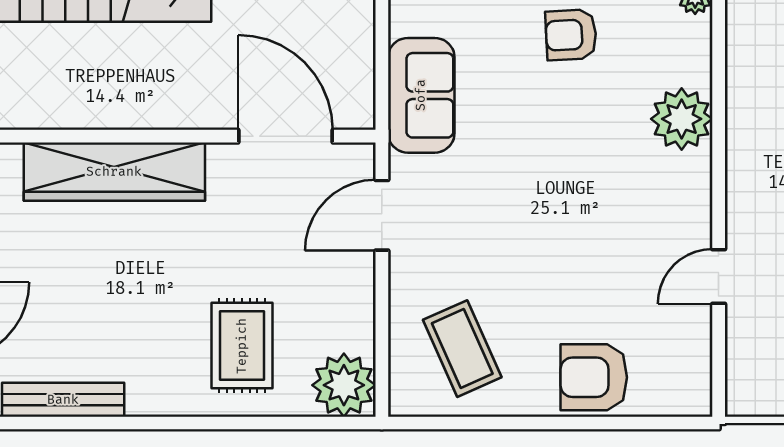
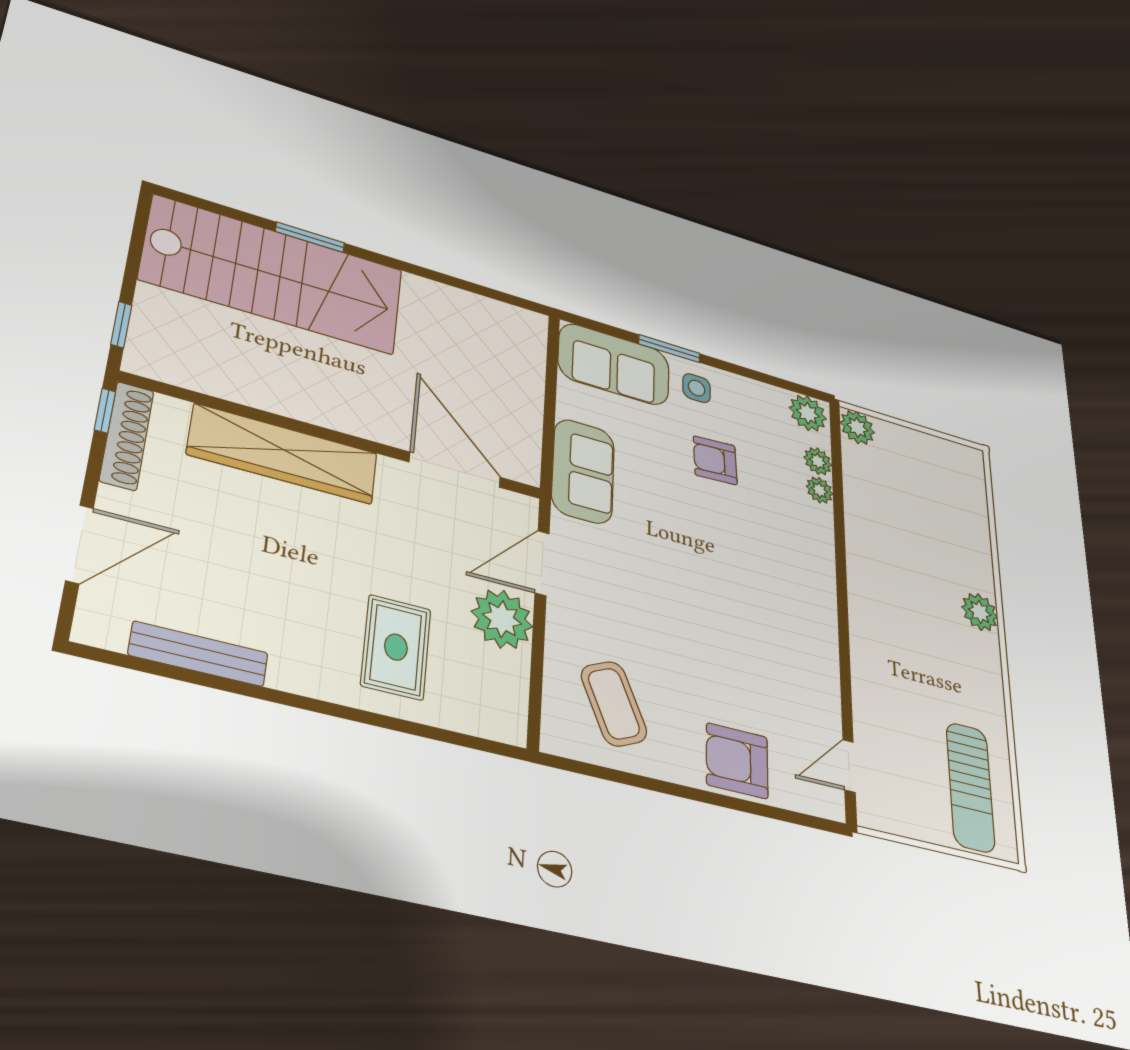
plant: (682, 119) -> (820, 490), moved, width x0.53, depth x0.53
door: (719, 276) -> (849, 766), moved
plant: (344, 385) -> (502, 619), moved

